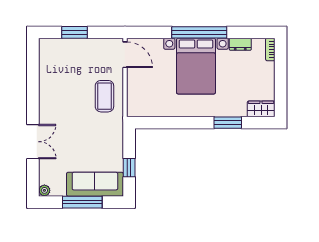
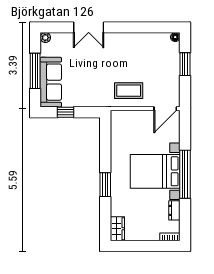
floor lamp: (44, 43) -> (175, 37), added
window: (228, 123) -> (105, 185), moved

